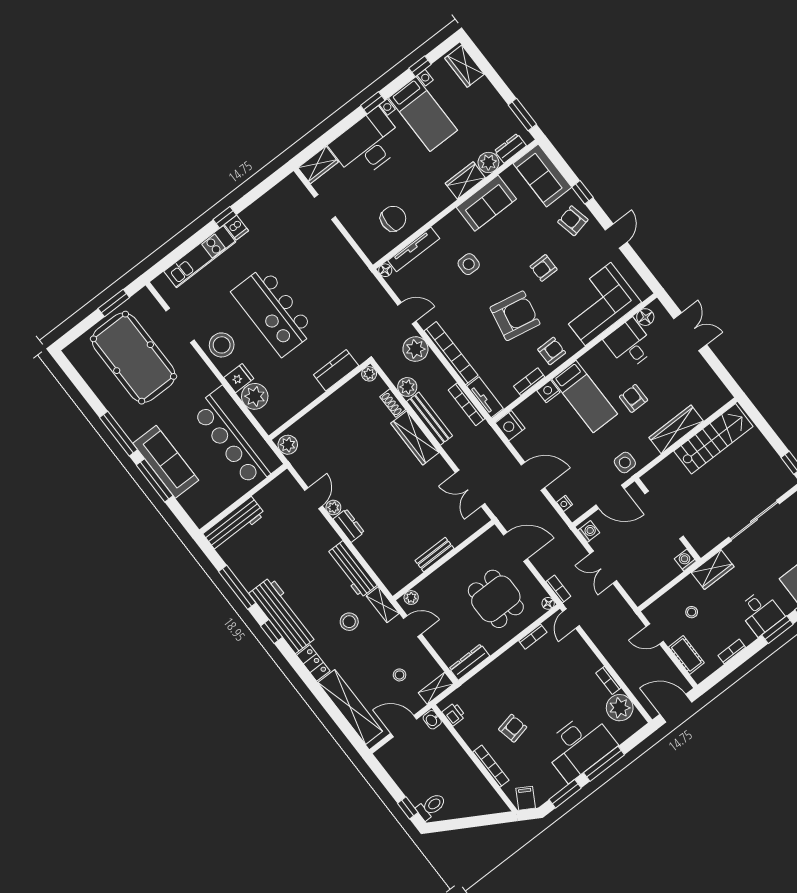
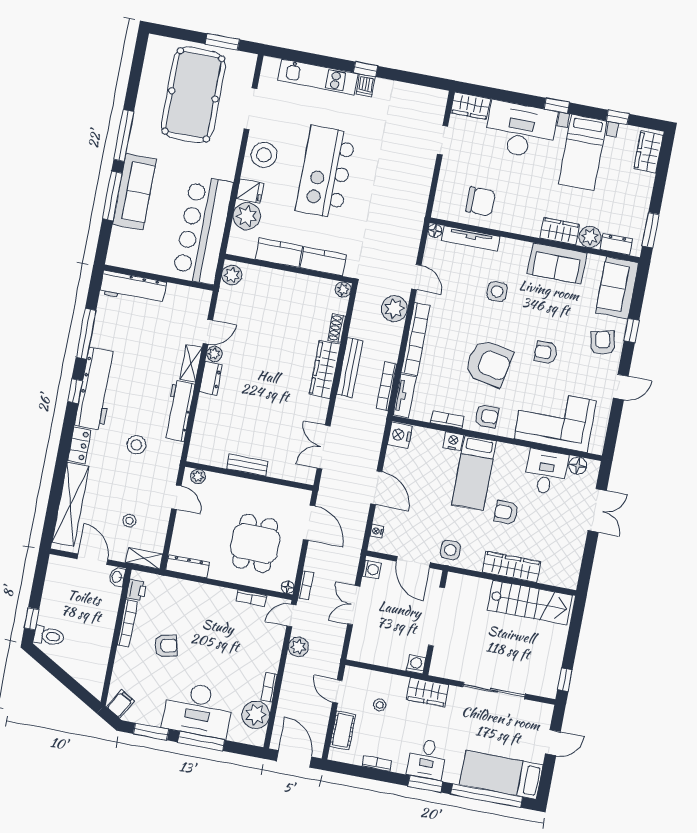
plant: (407, 387) -> (298, 647), moved
kitchen counter: (302, 397) -> (279, 253), added
armchair: (634, 398) -> (506, 512), turned -90
shelving: (383, 605) -> (191, 363), moved
bookcase: (491, 766) -> (127, 623), moved

